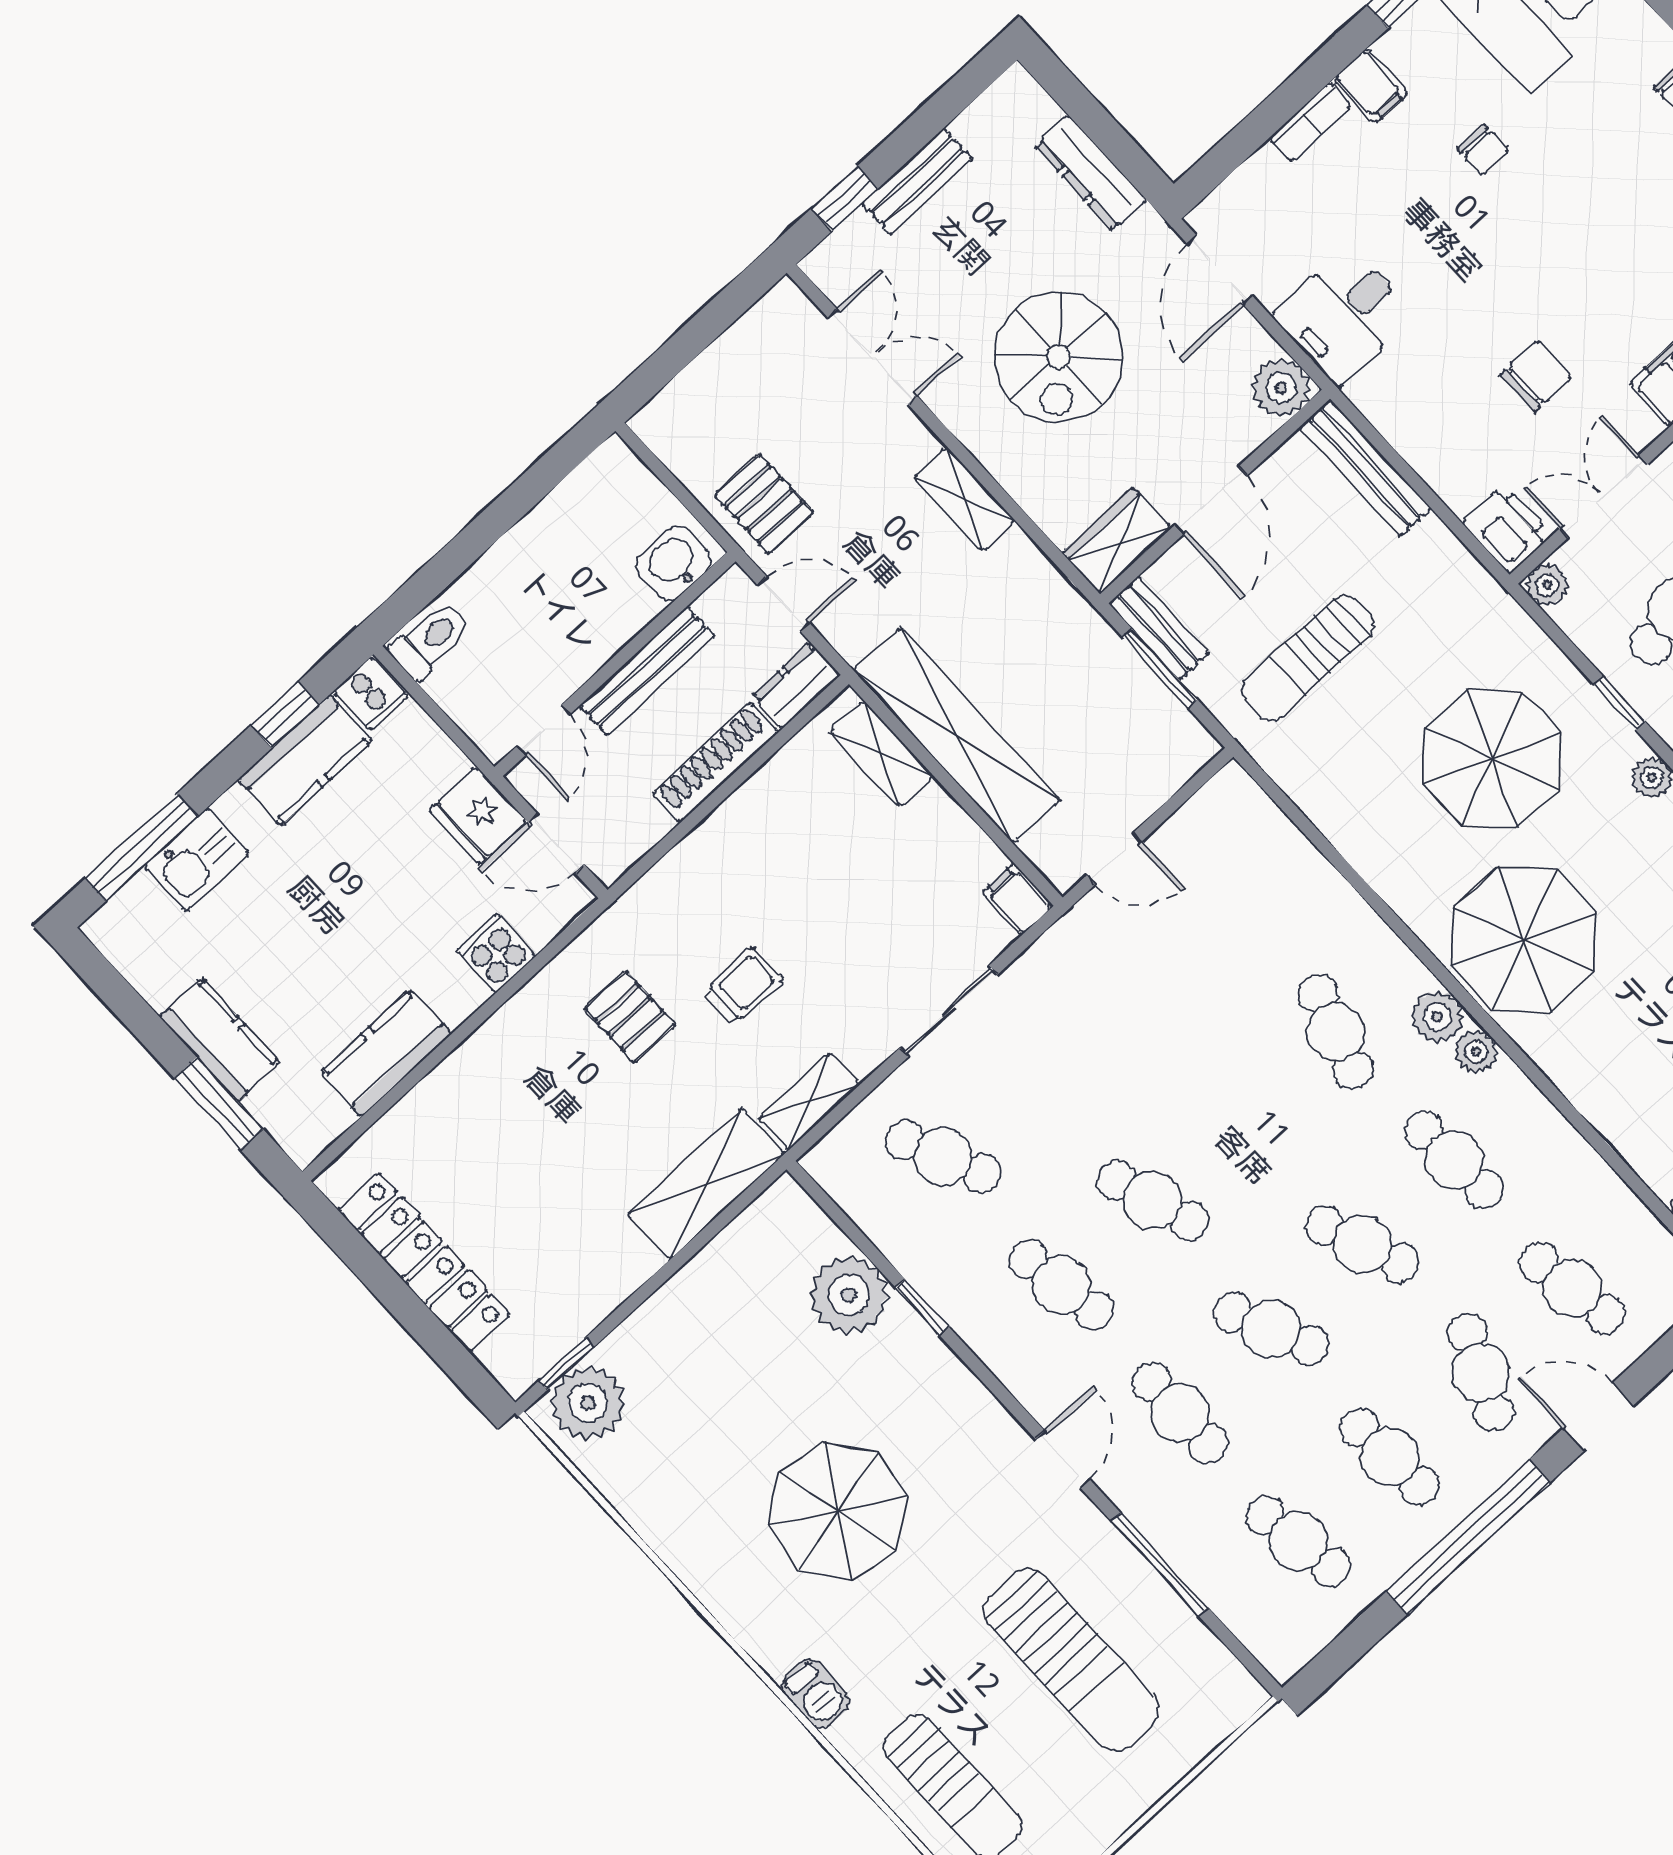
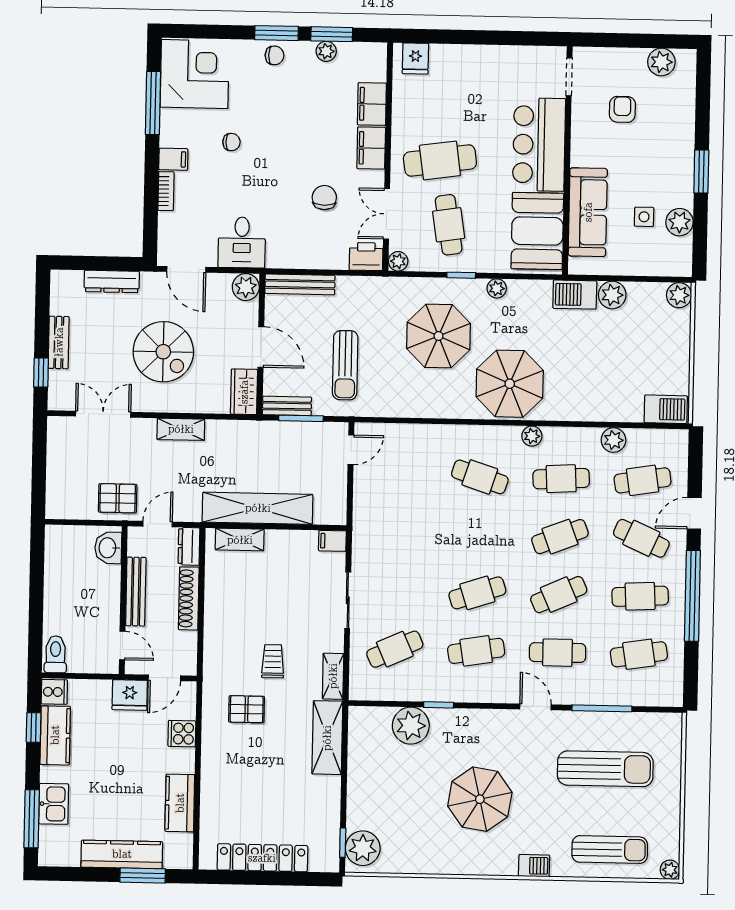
door: (1114, 858) -> (351, 450), moved
plant: (1437, 1017) -> (613, 440), moved
kitchen counter: (220, 1040) -> (122, 854), width x1.50

